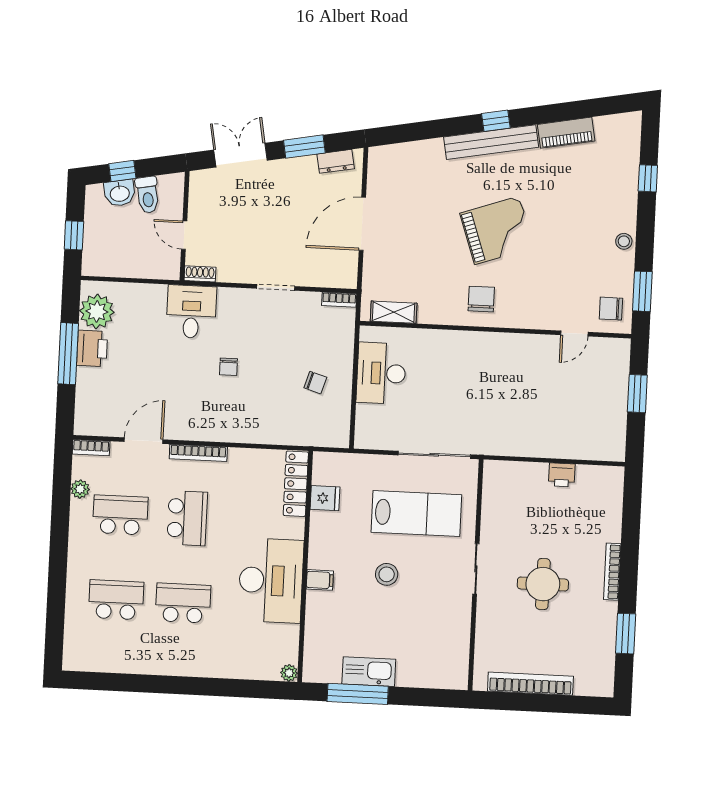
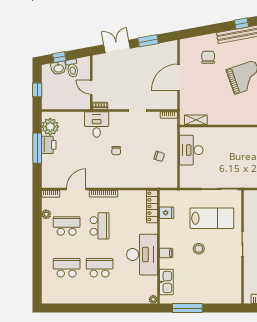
dresser: (336, 161) -> (164, 47), removed
chair: (481, 299) -> (208, 57), moved
kitchen sink: (369, 672) -> (166, 282), moved, turned 90

